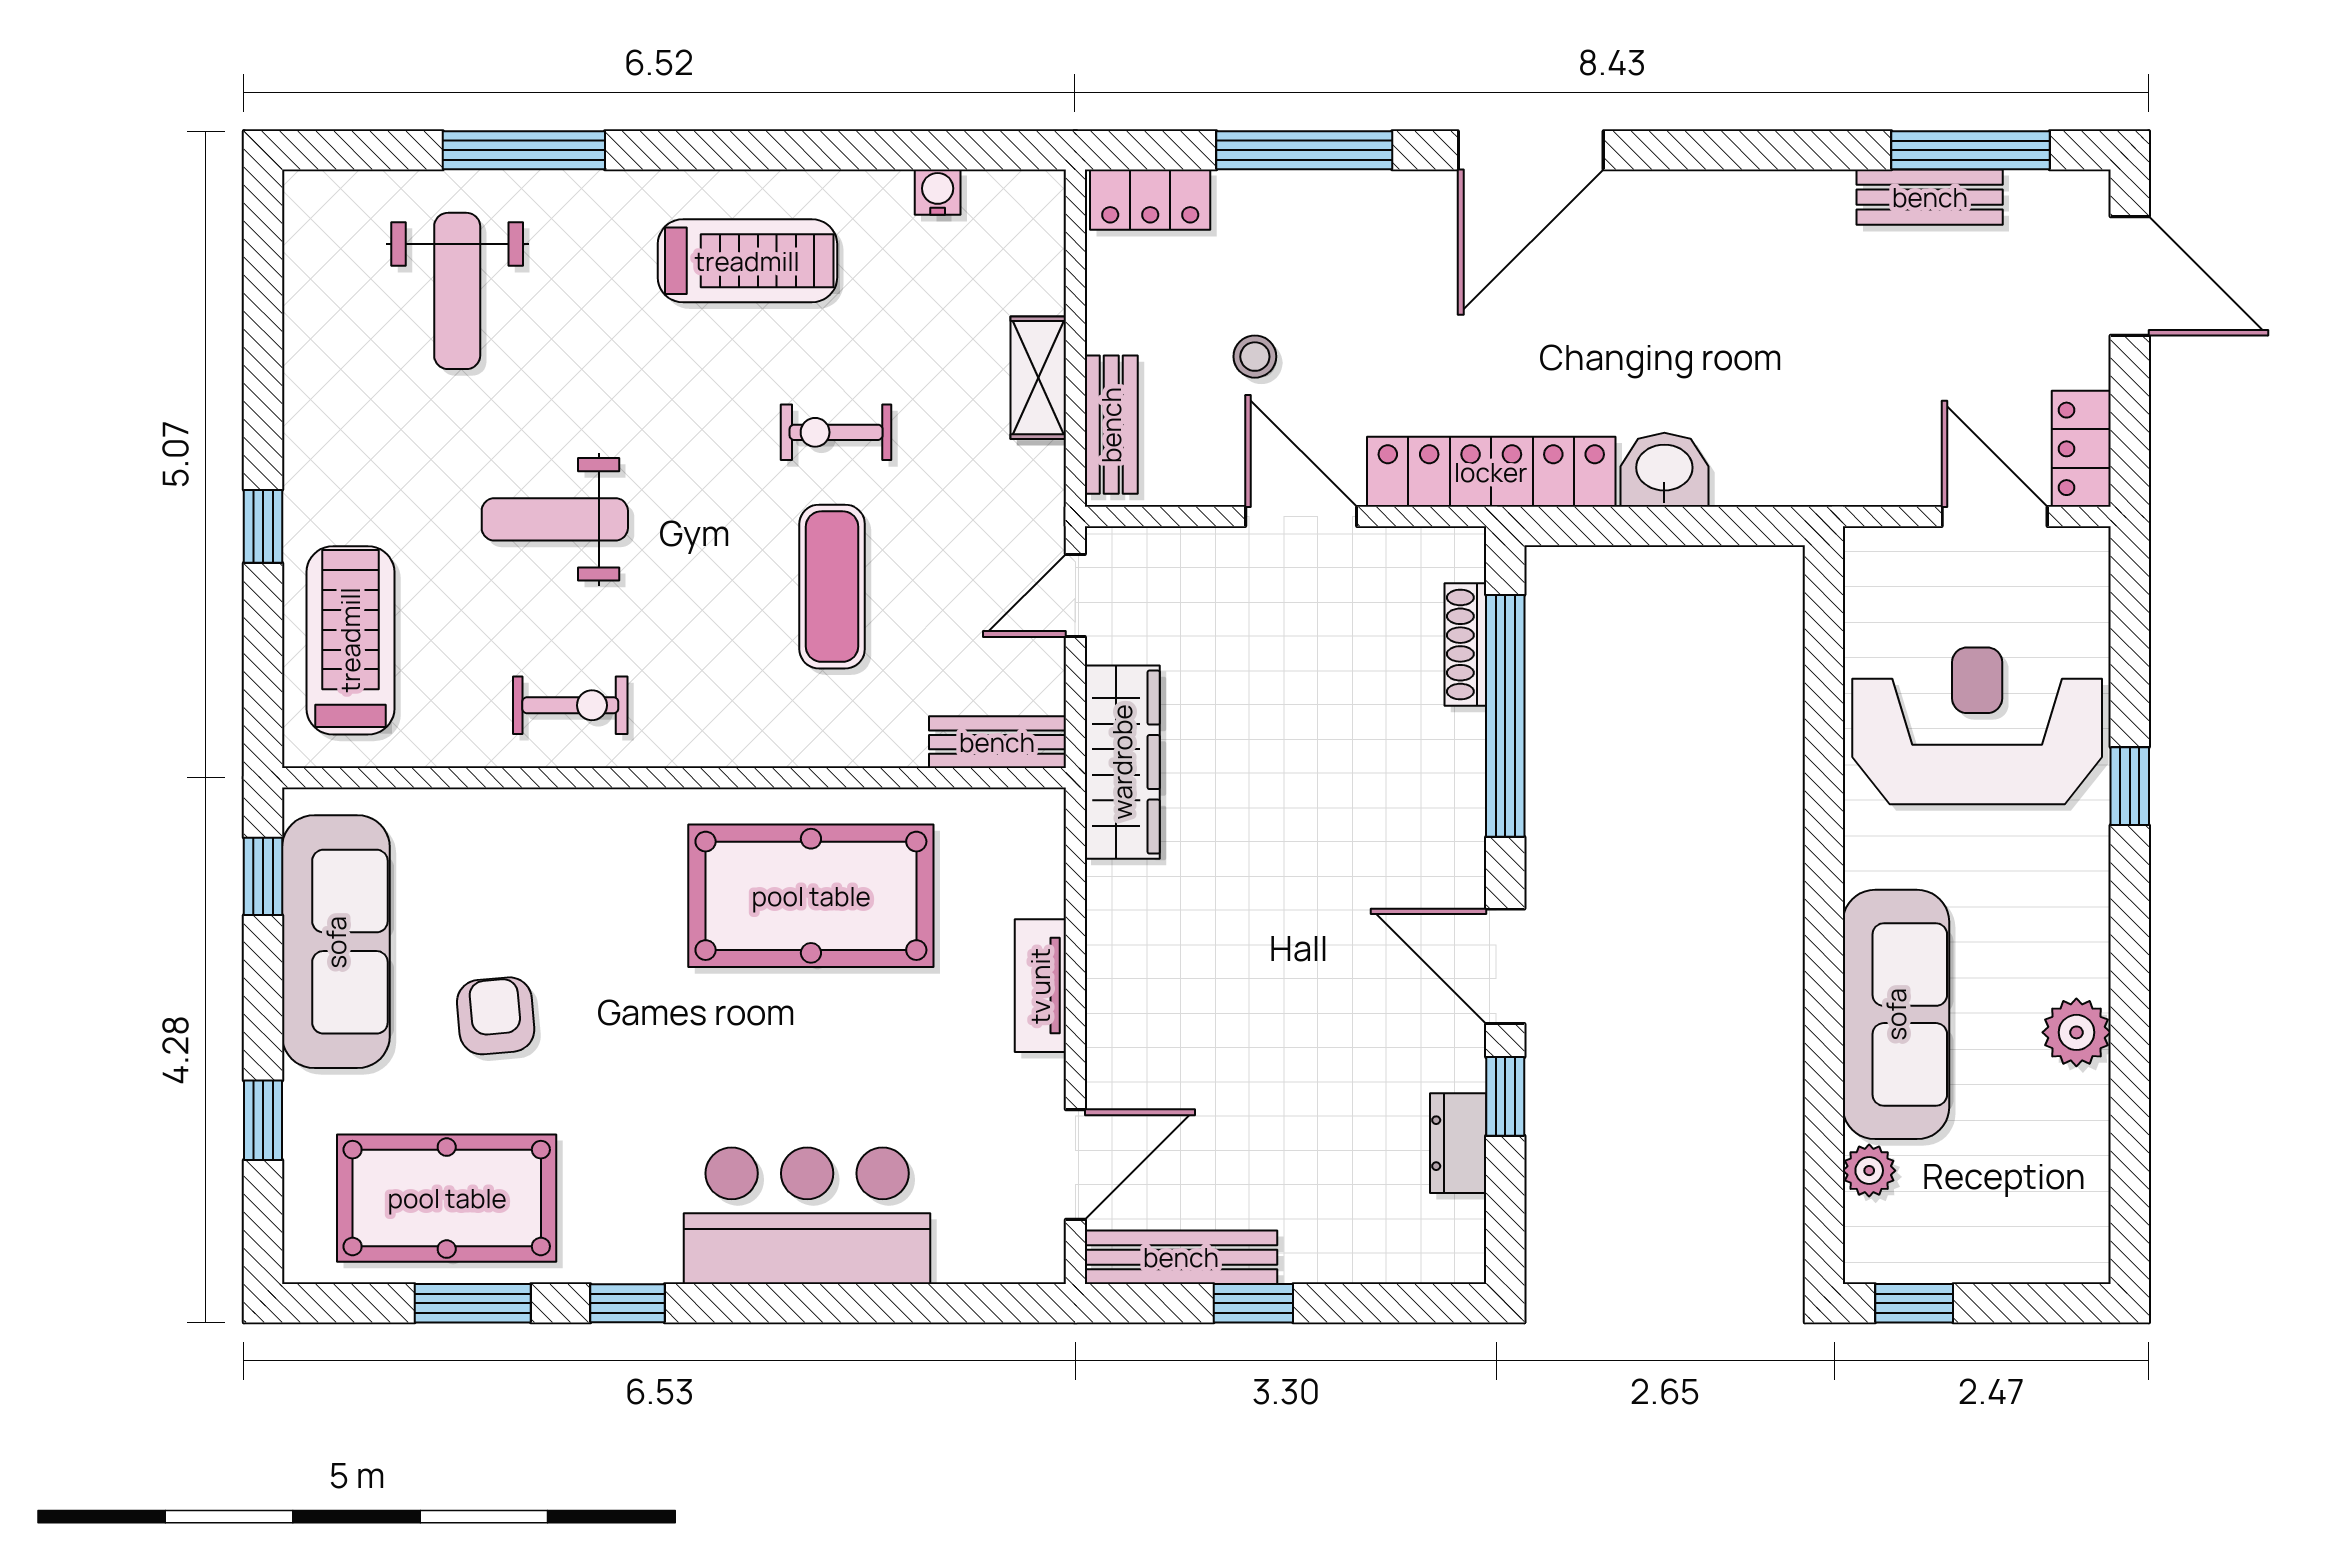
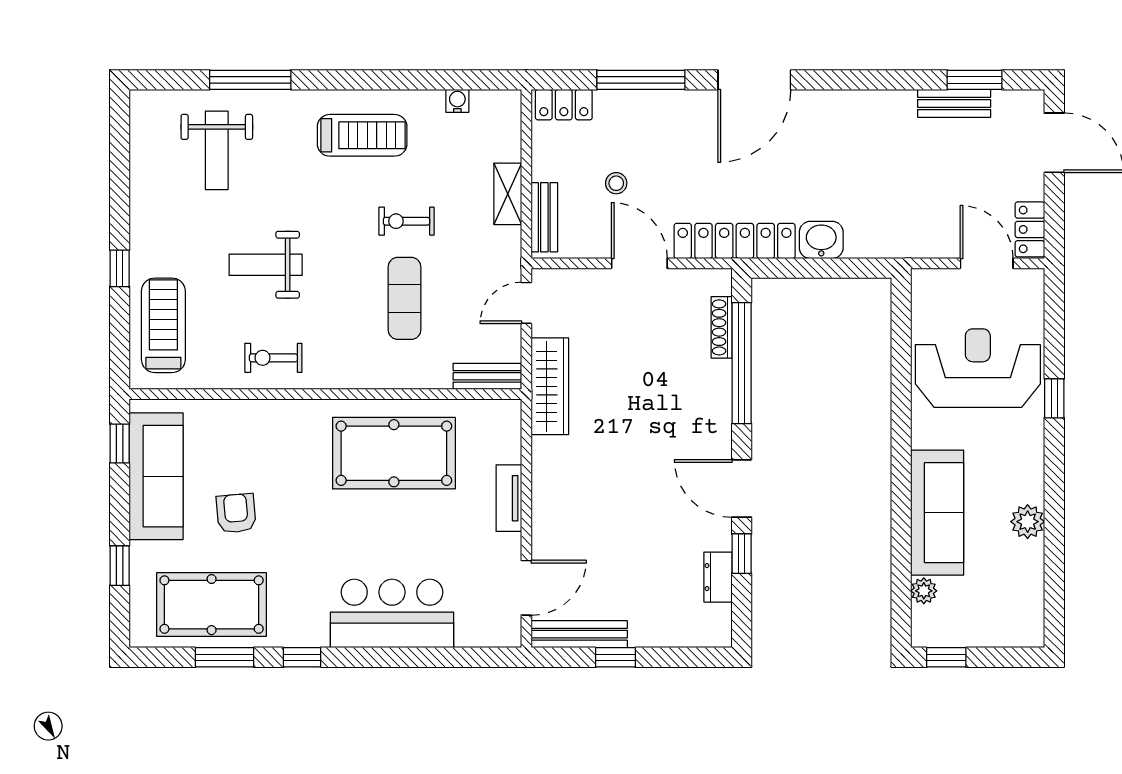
window: (1970, 150) -> (974, 80), width x0.69
exercise bike: (570, 705) -> (273, 358), turned 180

